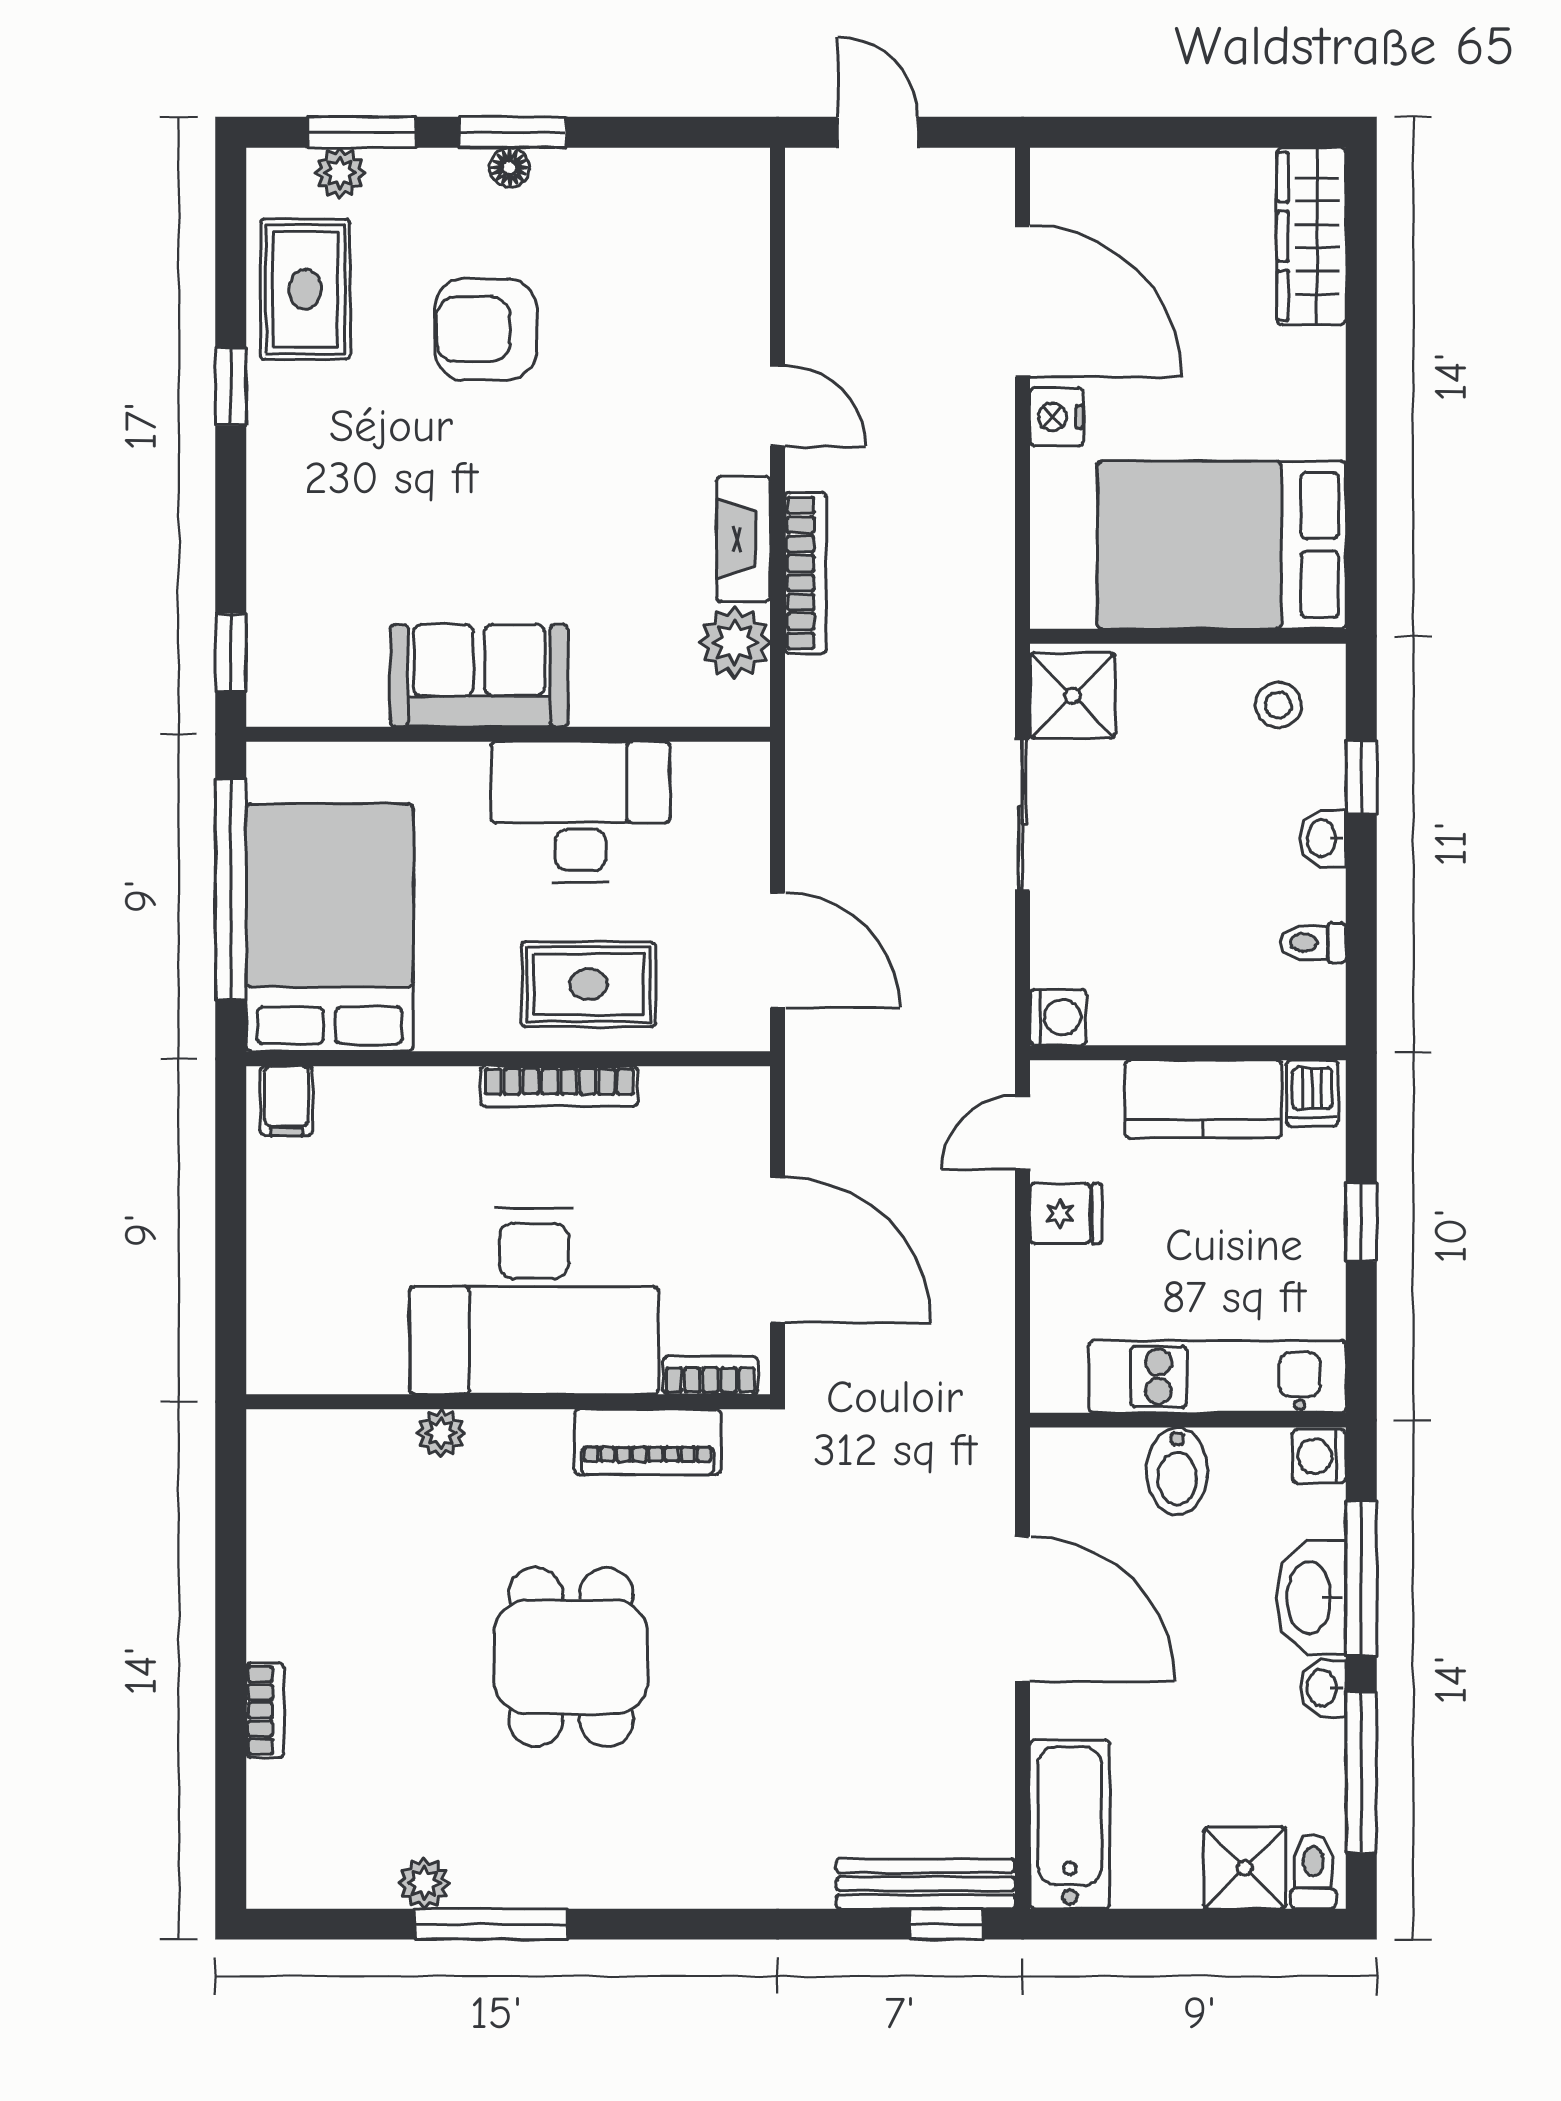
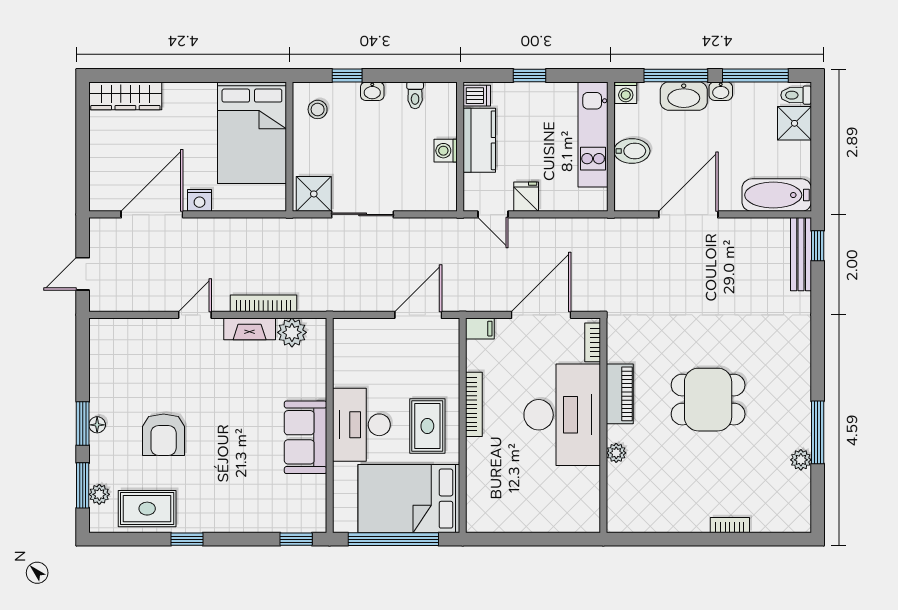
desk: (580, 812) -> (361, 425), moved
rug: (589, 984) -> (427, 426), moved
washing machine: (1058, 1017) -> (446, 151), moved, turned -90
filing cabinet: (286, 1101) -> (480, 329), moved
piano: (648, 1442) -> (620, 394), moved

